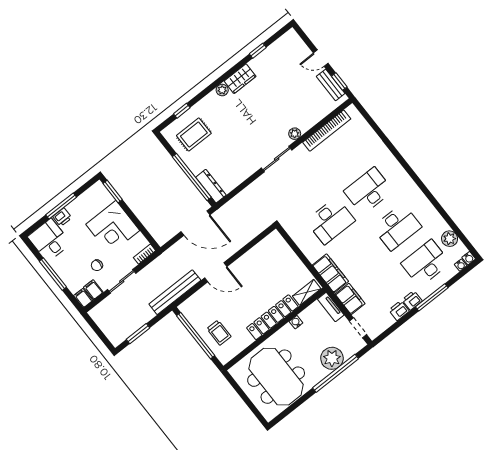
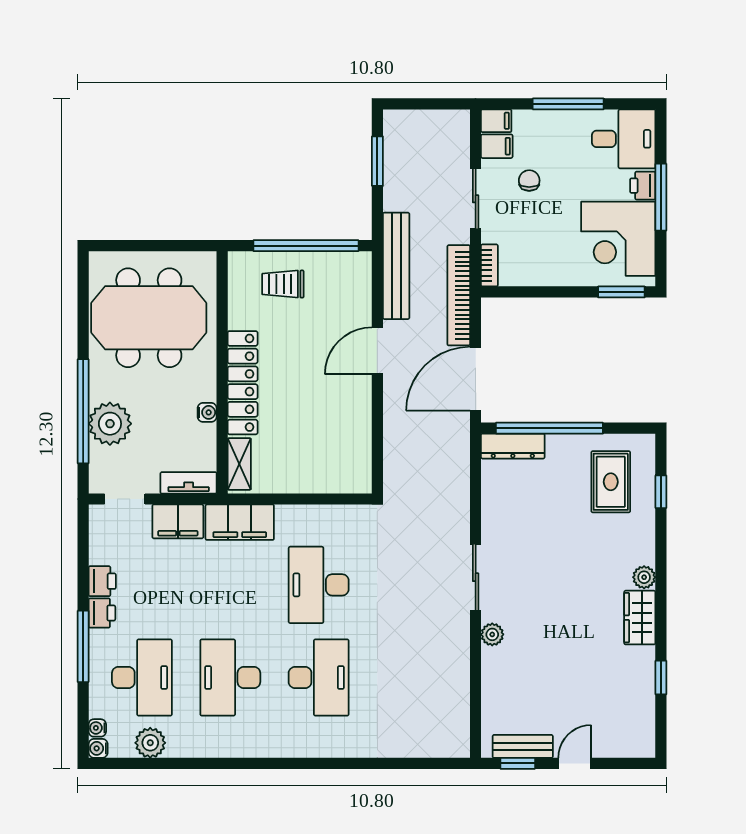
bookcase: (327, 131) -> (459, 295), moved
corner desk: (113, 227) -> (618, 239), moved, turned -90

